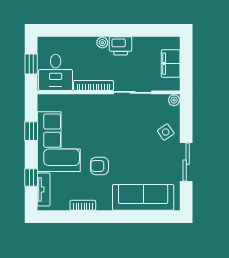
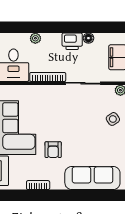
floor lamp: (139, 42) -> (88, 38), added
plant: (102, 43) -> (35, 38), moved
armchair: (99, 166) -> (53, 150), turned -90

